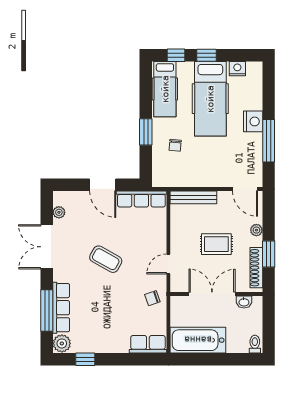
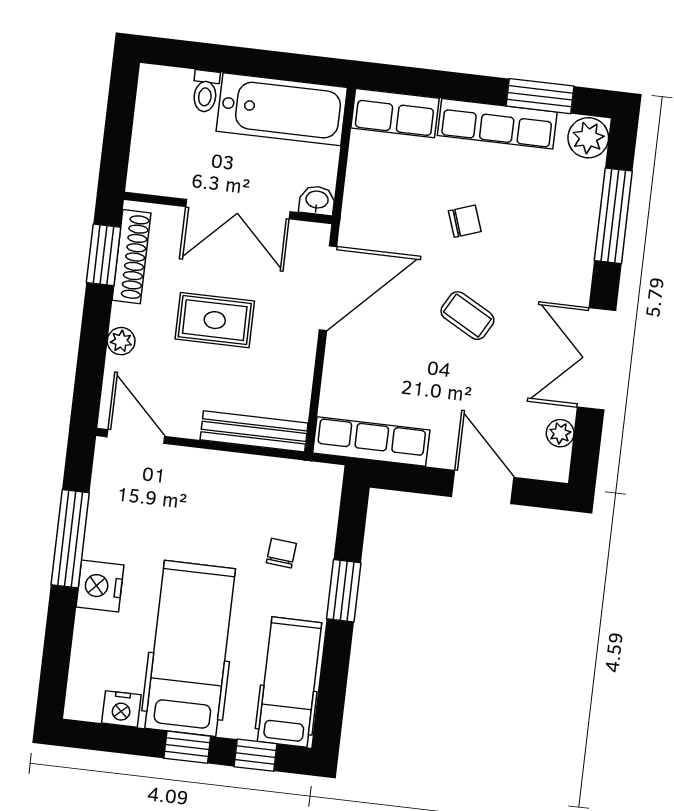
door: (103, 185) -> (483, 487), moved
double door: (47, 247) -> (597, 359), swing flipped
window: (269, 254) -> (104, 255), moved
coffee table: (106, 259) -> (467, 316), width x0.73, depth x0.77
door: (168, 264) -> (328, 288), width x1.88
chair: (152, 298) -> (465, 221), moved
washbasin: (244, 302) -> (317, 200), moved
row of seats: (61, 308) -> (497, 124), moved, turned -90
toilet: (255, 344) -> (206, 91), moved
window: (85, 359) -> (540, 96), width x1.50

